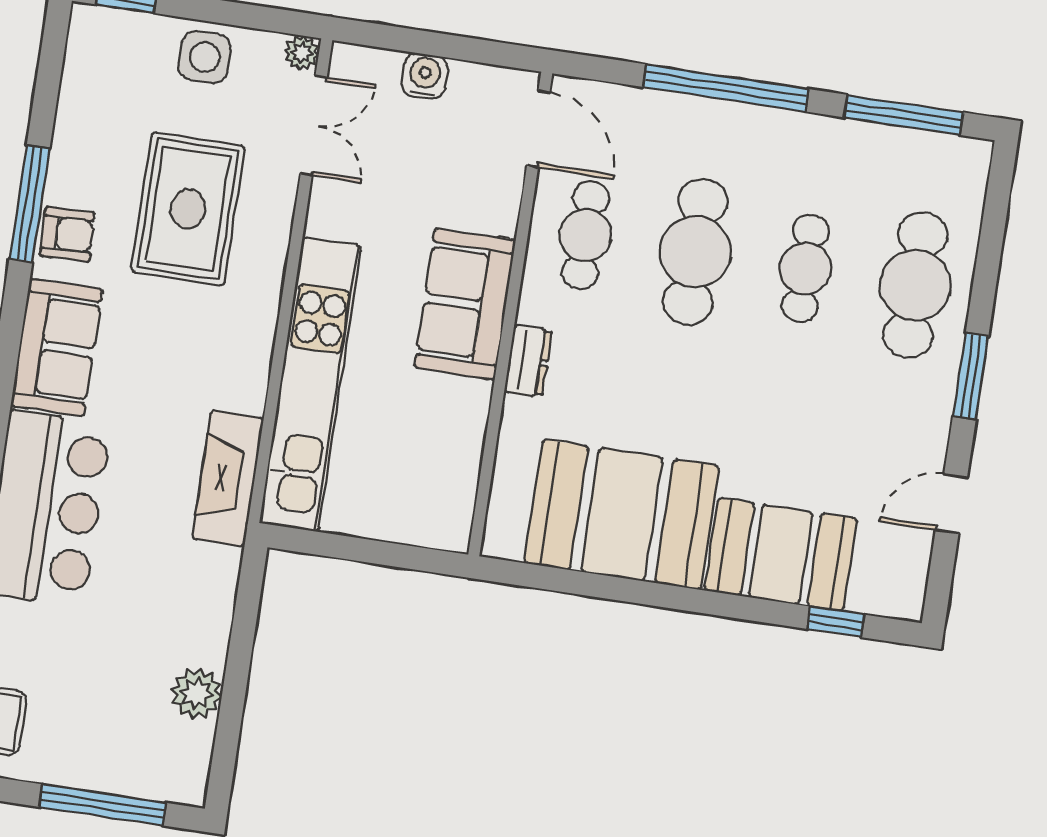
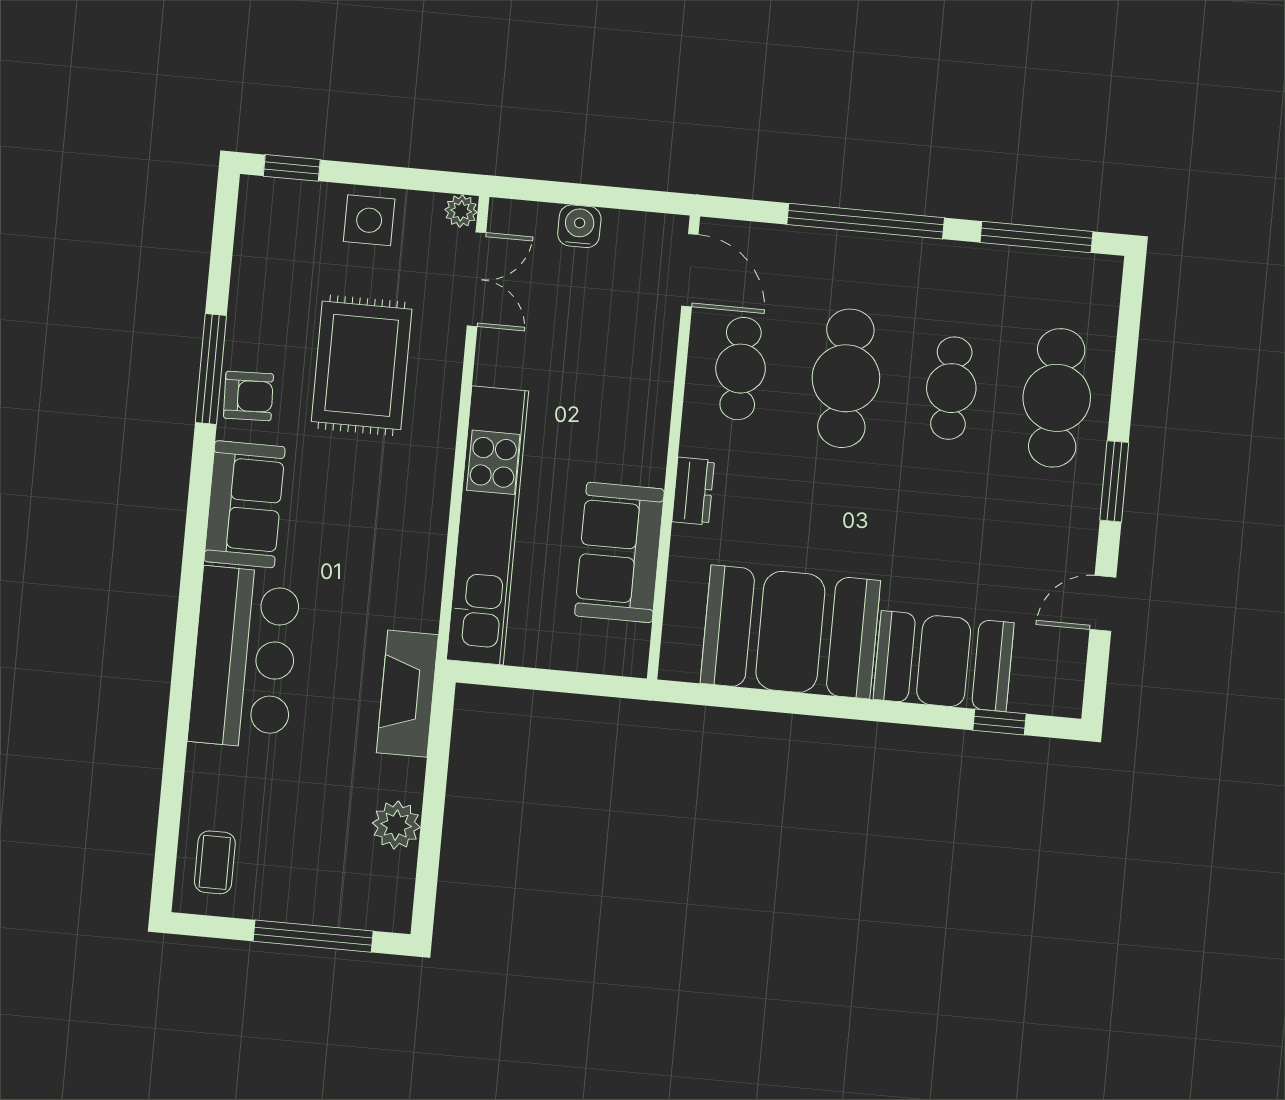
sofa: (465, 304) -> (619, 552), moved
fireplace: (228, 478) -> (407, 694), moved

